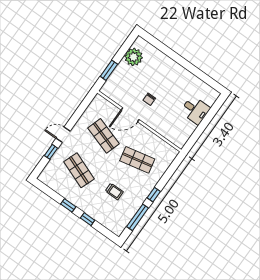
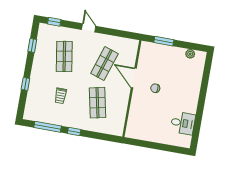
plant: (134, 57) -> (190, 54), width x0.53, depth x0.53
desk: (195, 110) -> (183, 123), moved, turned -90
window: (51, 152) -> (54, 22), moved
shop shelf: (79, 170) -> (64, 56), turned -30
window: (68, 205) -> (32, 45), moved

